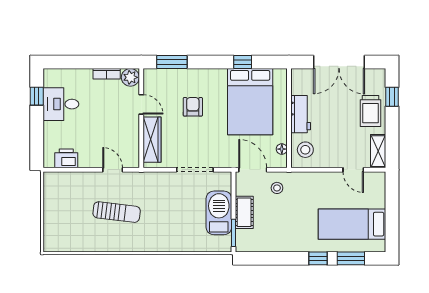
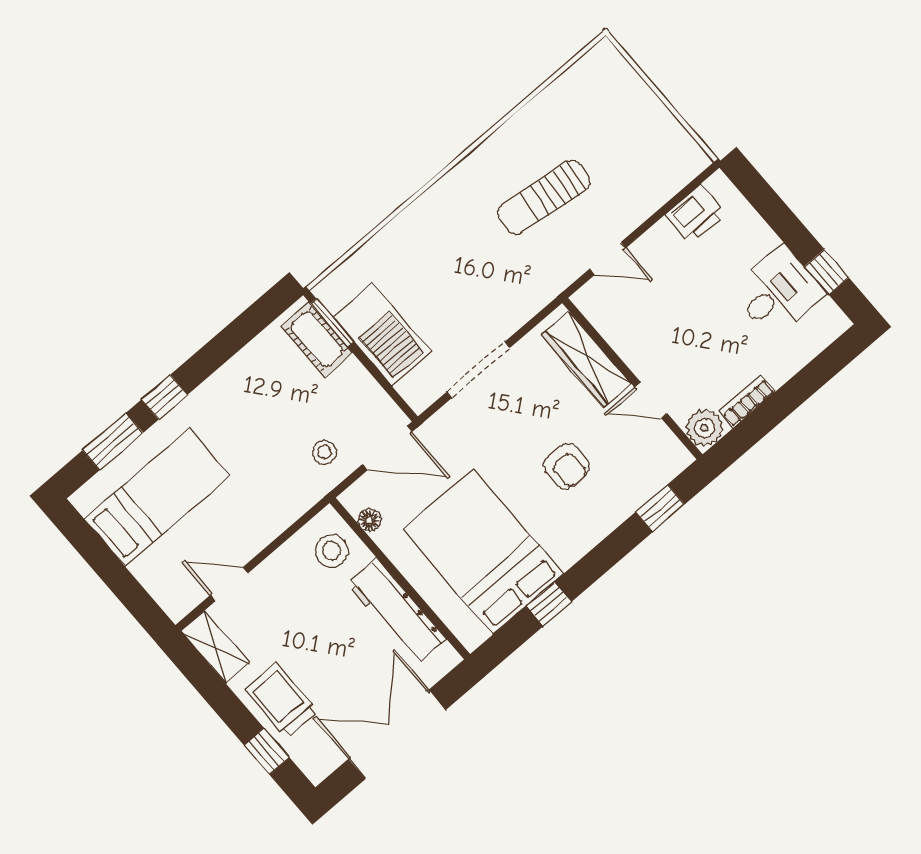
window: (172, 62) -> (660, 508), width x0.67
workbench: (301, 114) -> (396, 611), width x1.38
cot: (244, 212) -> (317, 339), moved

